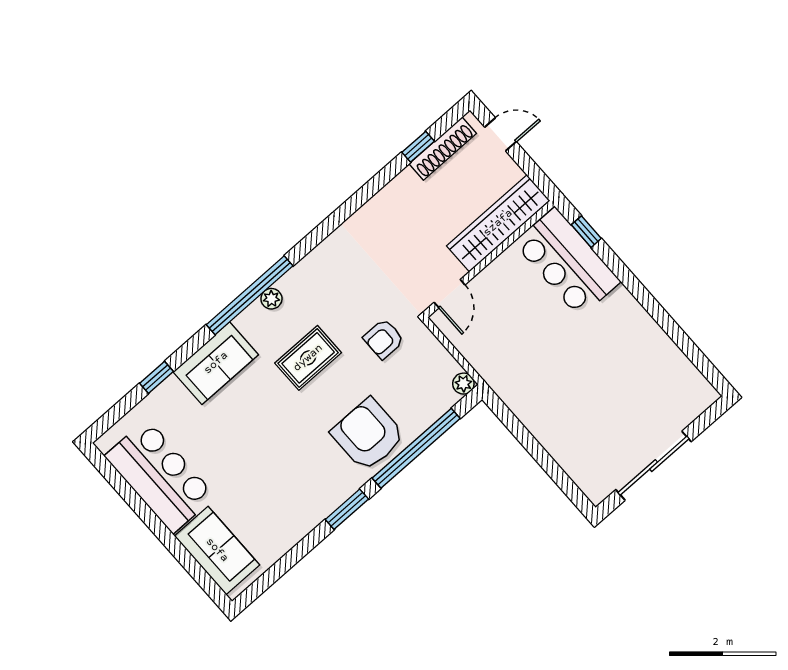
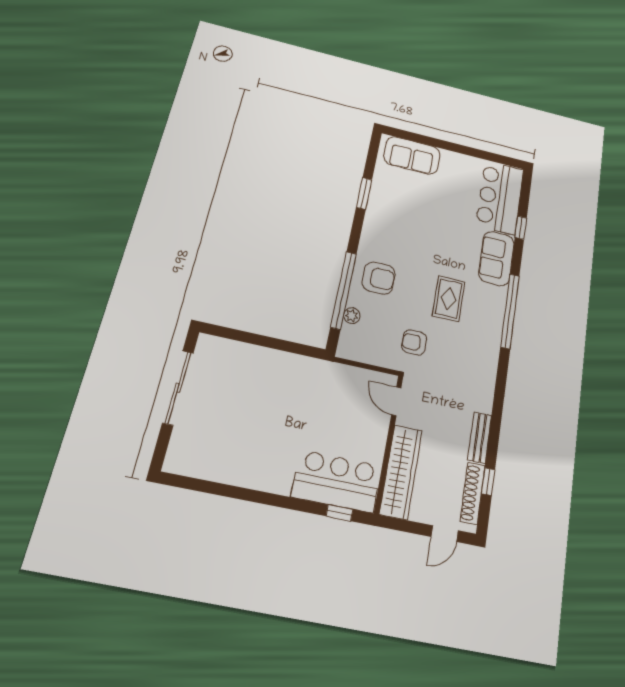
bench: (392, 194) -> (480, 438), added
plant: (271, 299) -> (497, 318), removed
armchair: (384, 339) -> (414, 342), turned -90
plant: (463, 384) -> (352, 316), moved
armchair: (368, 435) -> (379, 278), width x0.73, depth x0.73
bar counter: (160, 476) -> (500, 197), moved, turned 90
window: (347, 509) -> (364, 193), moved

